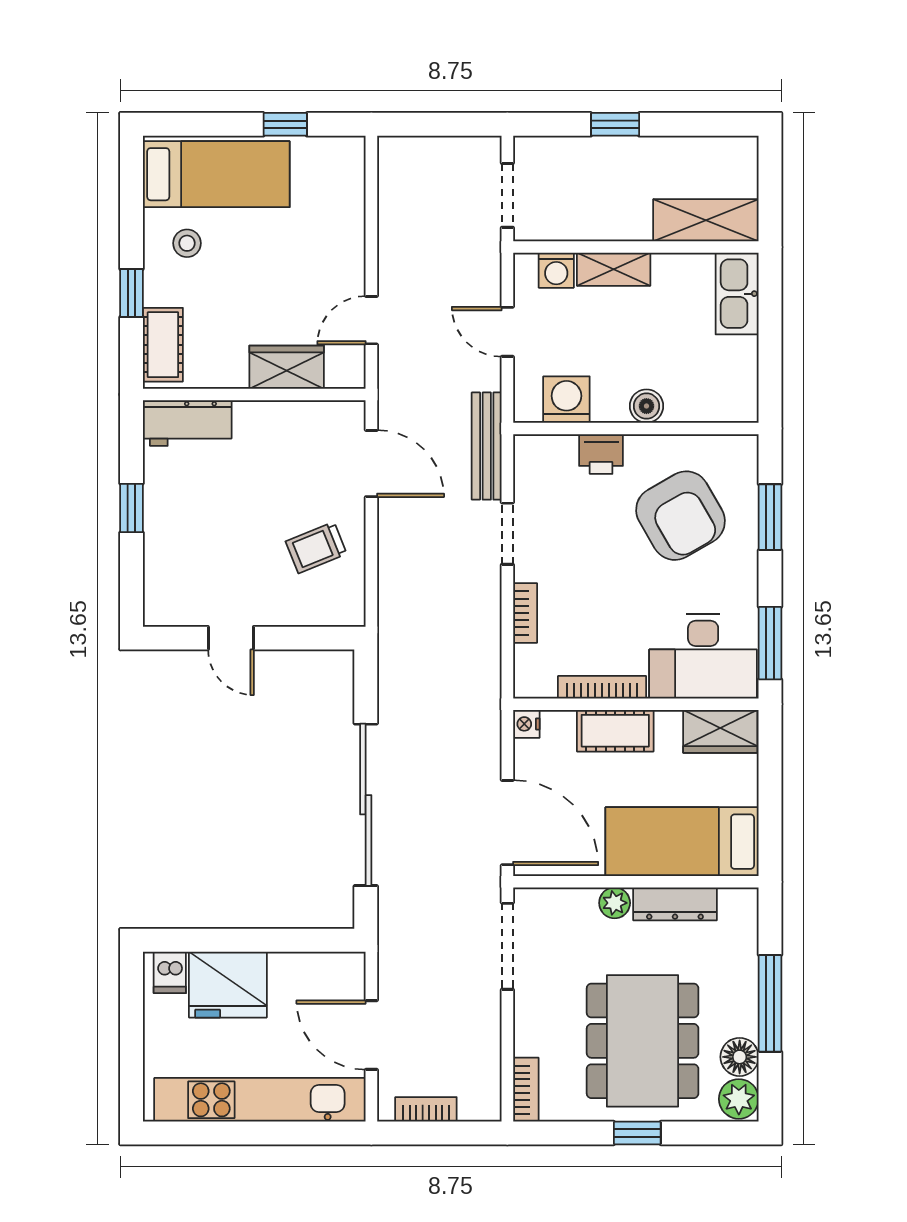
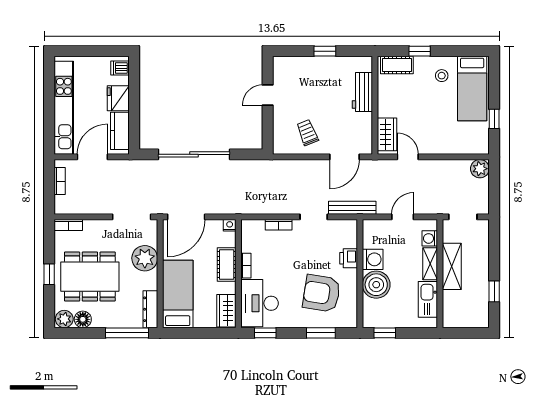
window: (615, 124) -> (494, 291), moved
plant: (398, 157) -> (480, 169), added
shelving: (706, 220) -> (452, 266), moved
kitchen sink: (737, 294) -> (428, 299), moved, turned -90
wardrobe: (287, 367) -> (387, 134), moved
window: (770, 372) -> (385, 333), added
washing machine: (566, 400) -> (373, 259), moved
boiler: (646, 406) -> (376, 285), width x1.86, depth x1.86
workbench: (187, 423) -> (362, 92), moved
armchair: (681, 516) -> (322, 293), turned 39
window: (770, 643) -> (265, 333), width x0.67
bookcase: (602, 687) -> (246, 266), width x0.64
plant: (615, 903) -> (145, 258), width x1.88, depth x1.88
dresser: (675, 904) -> (150, 309), moved
kitchen counter: (312, 973) -> (120, 131), added
fridge: (228, 985) -> (118, 98), width x0.73, depth x0.75
window: (770, 1003) -> (127, 333), moved

